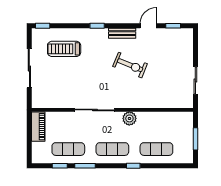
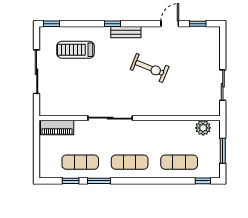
bench: (122, 33) -> (126, 32), moved
plant: (129, 118) -> (203, 128), moved
piano: (38, 127) -> (57, 128), moved, turned 90
window: (133, 166) -> (203, 181), moved

